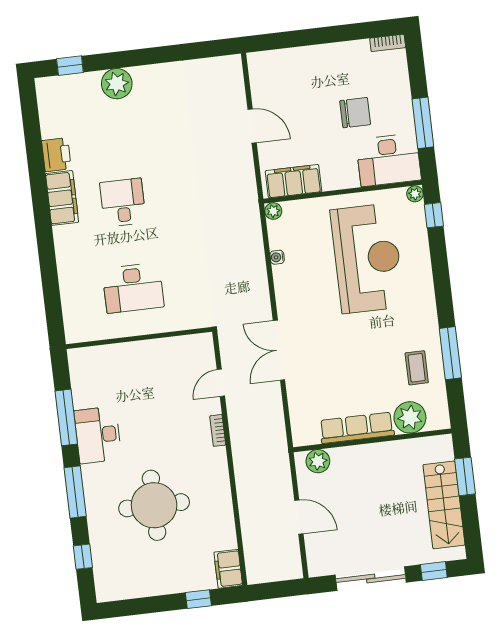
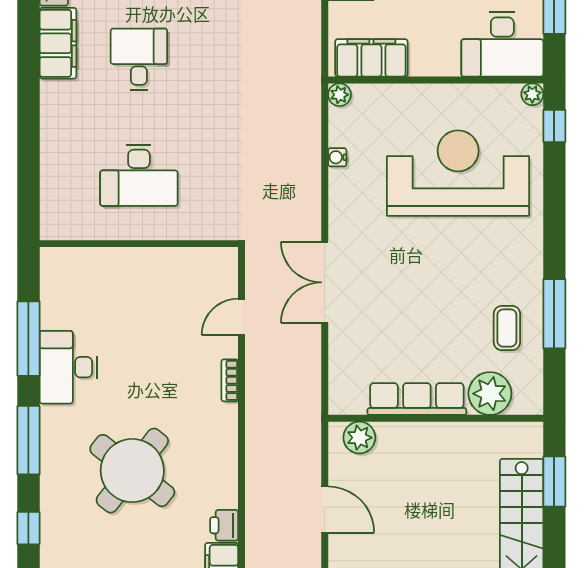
reception desk: (367, 258) -> (458, 173), turned -90
round table: (154, 505) -> (132, 471), turned 38
printer: (226, 537) -> (224, 525), added

